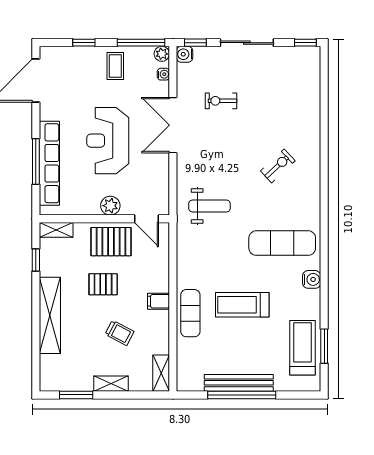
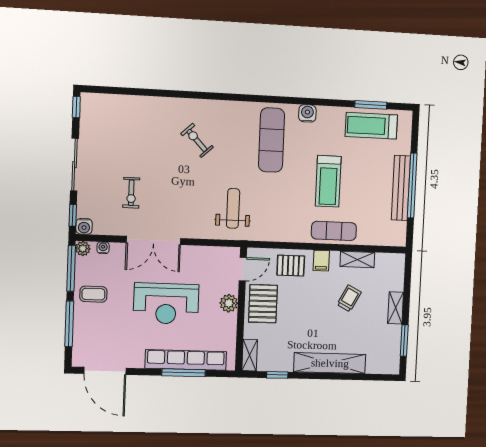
window: (84, 43) -> (69, 324), width x2.17
pallet: (103, 284) -> (291, 266), moved, turned 90
shelving: (161, 373) -> (357, 259), moved

